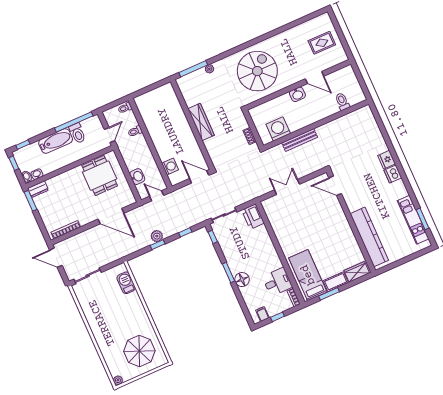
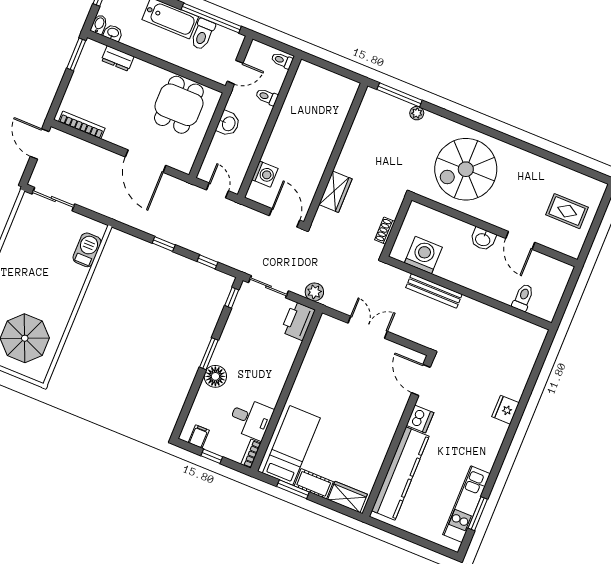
spiral stairs: (257, 71) -> (466, 169), turned 180
wardrobe: (201, 122) -> (336, 192), moved, width x0.67
dishwasher: (393, 174) -> (420, 419), moved, turned 180
washbasin: (137, 177) -> (228, 124), moved
dresser: (38, 189) -> (118, 58), moved
plant: (157, 236) -> (314, 292), moved

